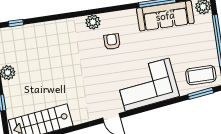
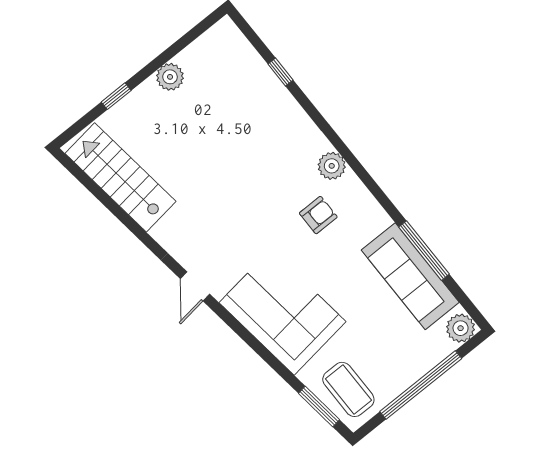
window: (16, 23) -> (280, 72), moved

